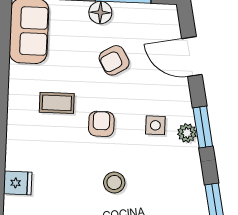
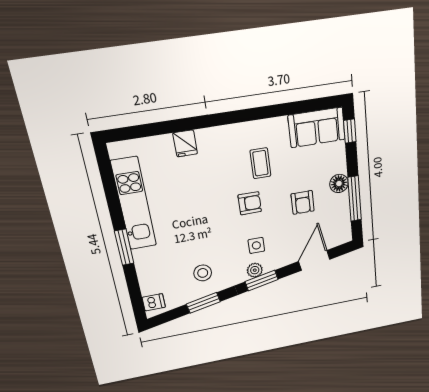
armchair: (114, 60) -> (303, 202), turned -150
stool: (114, 182) -> (203, 273), moved

